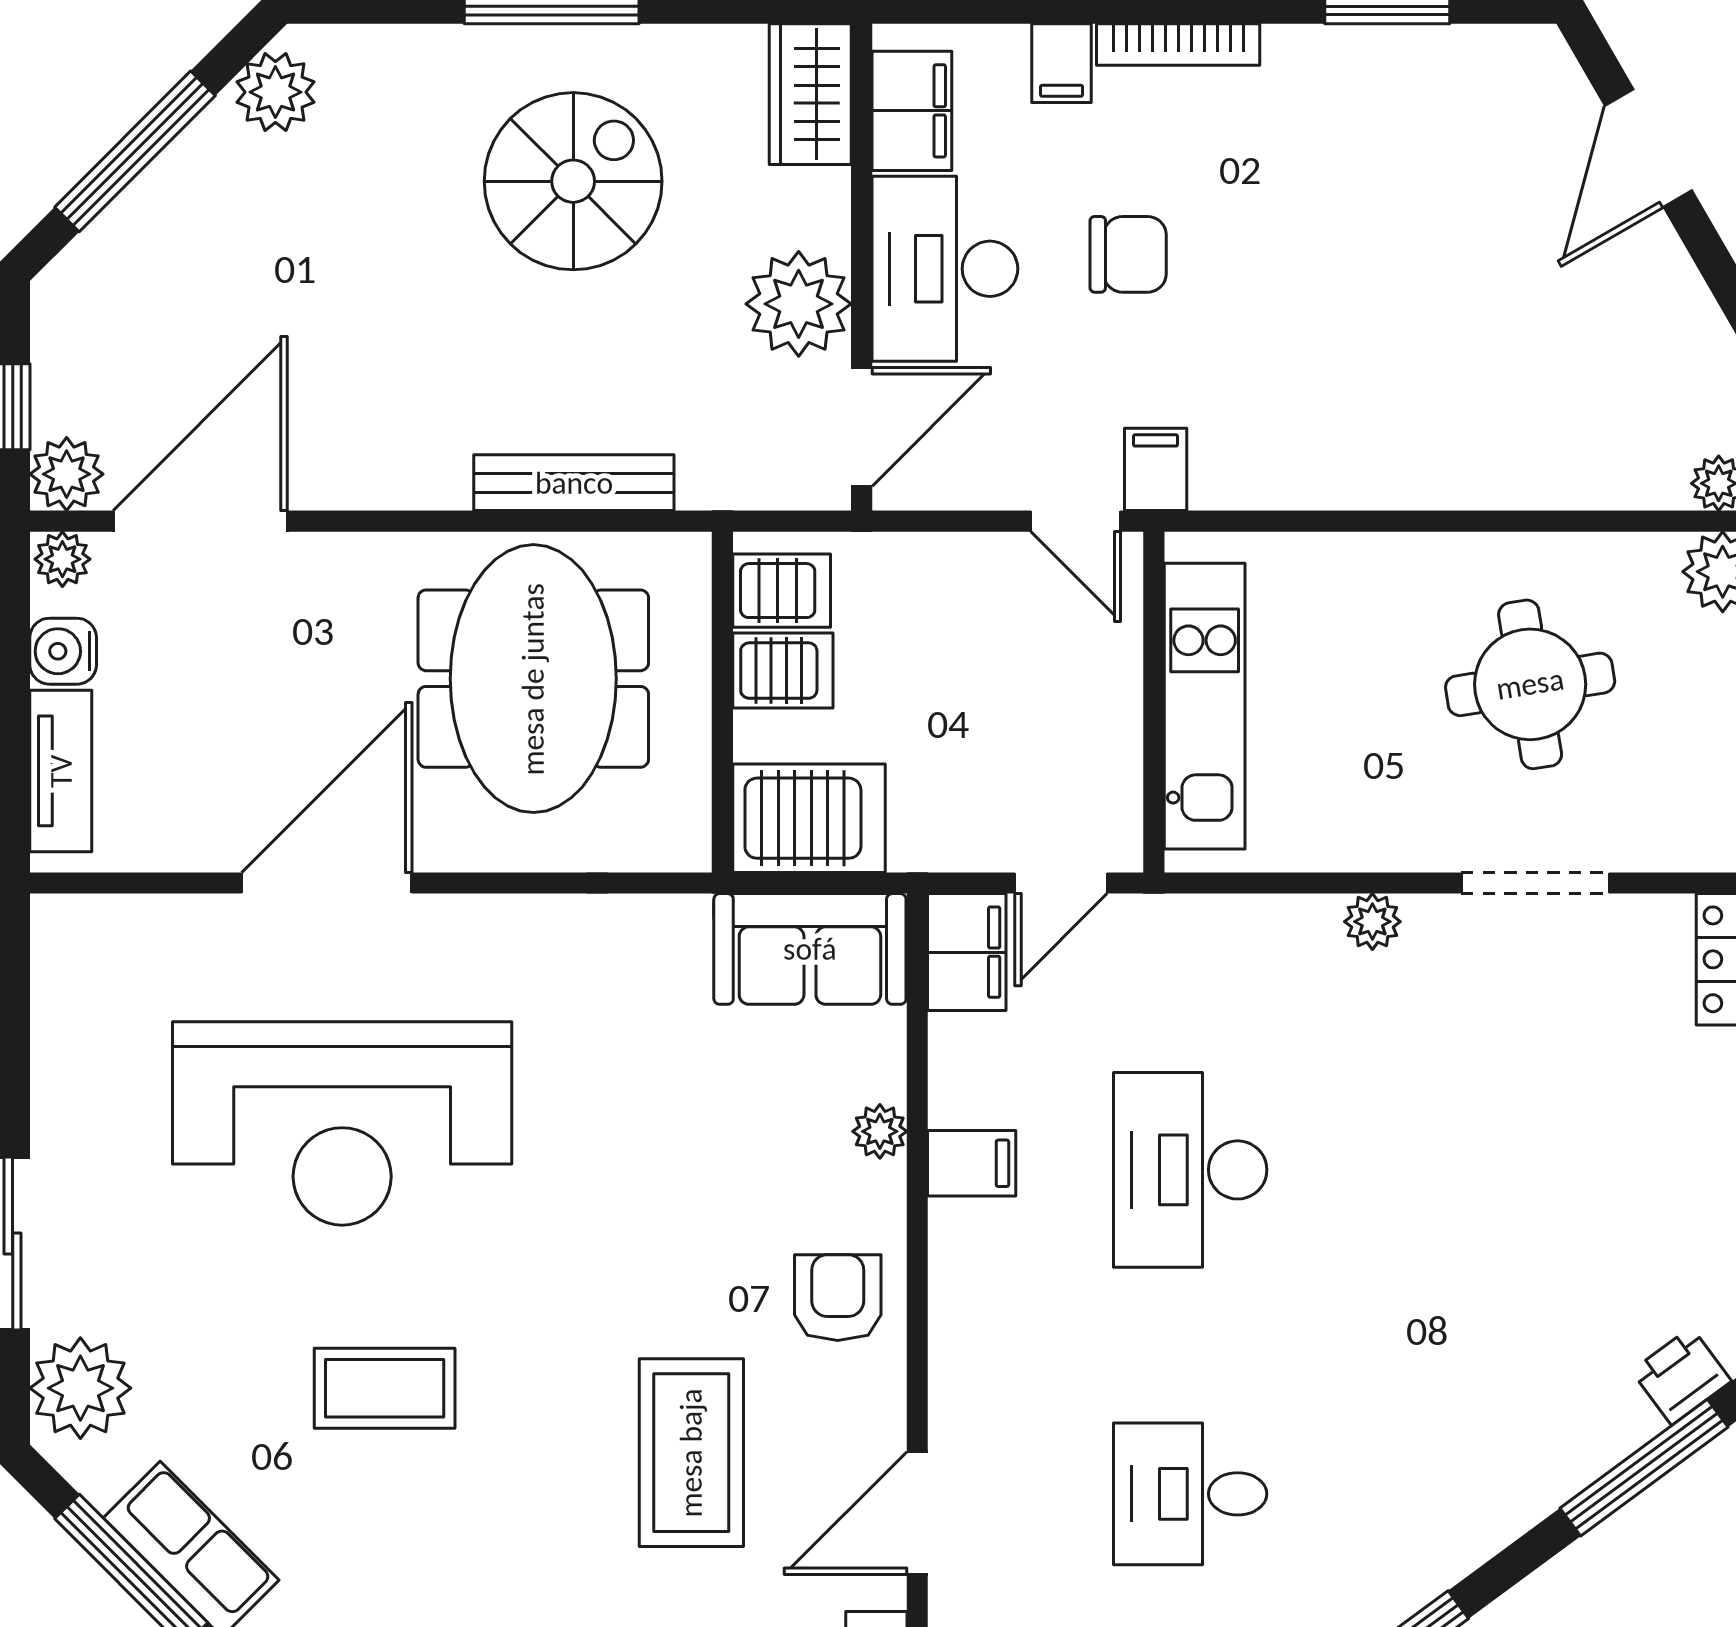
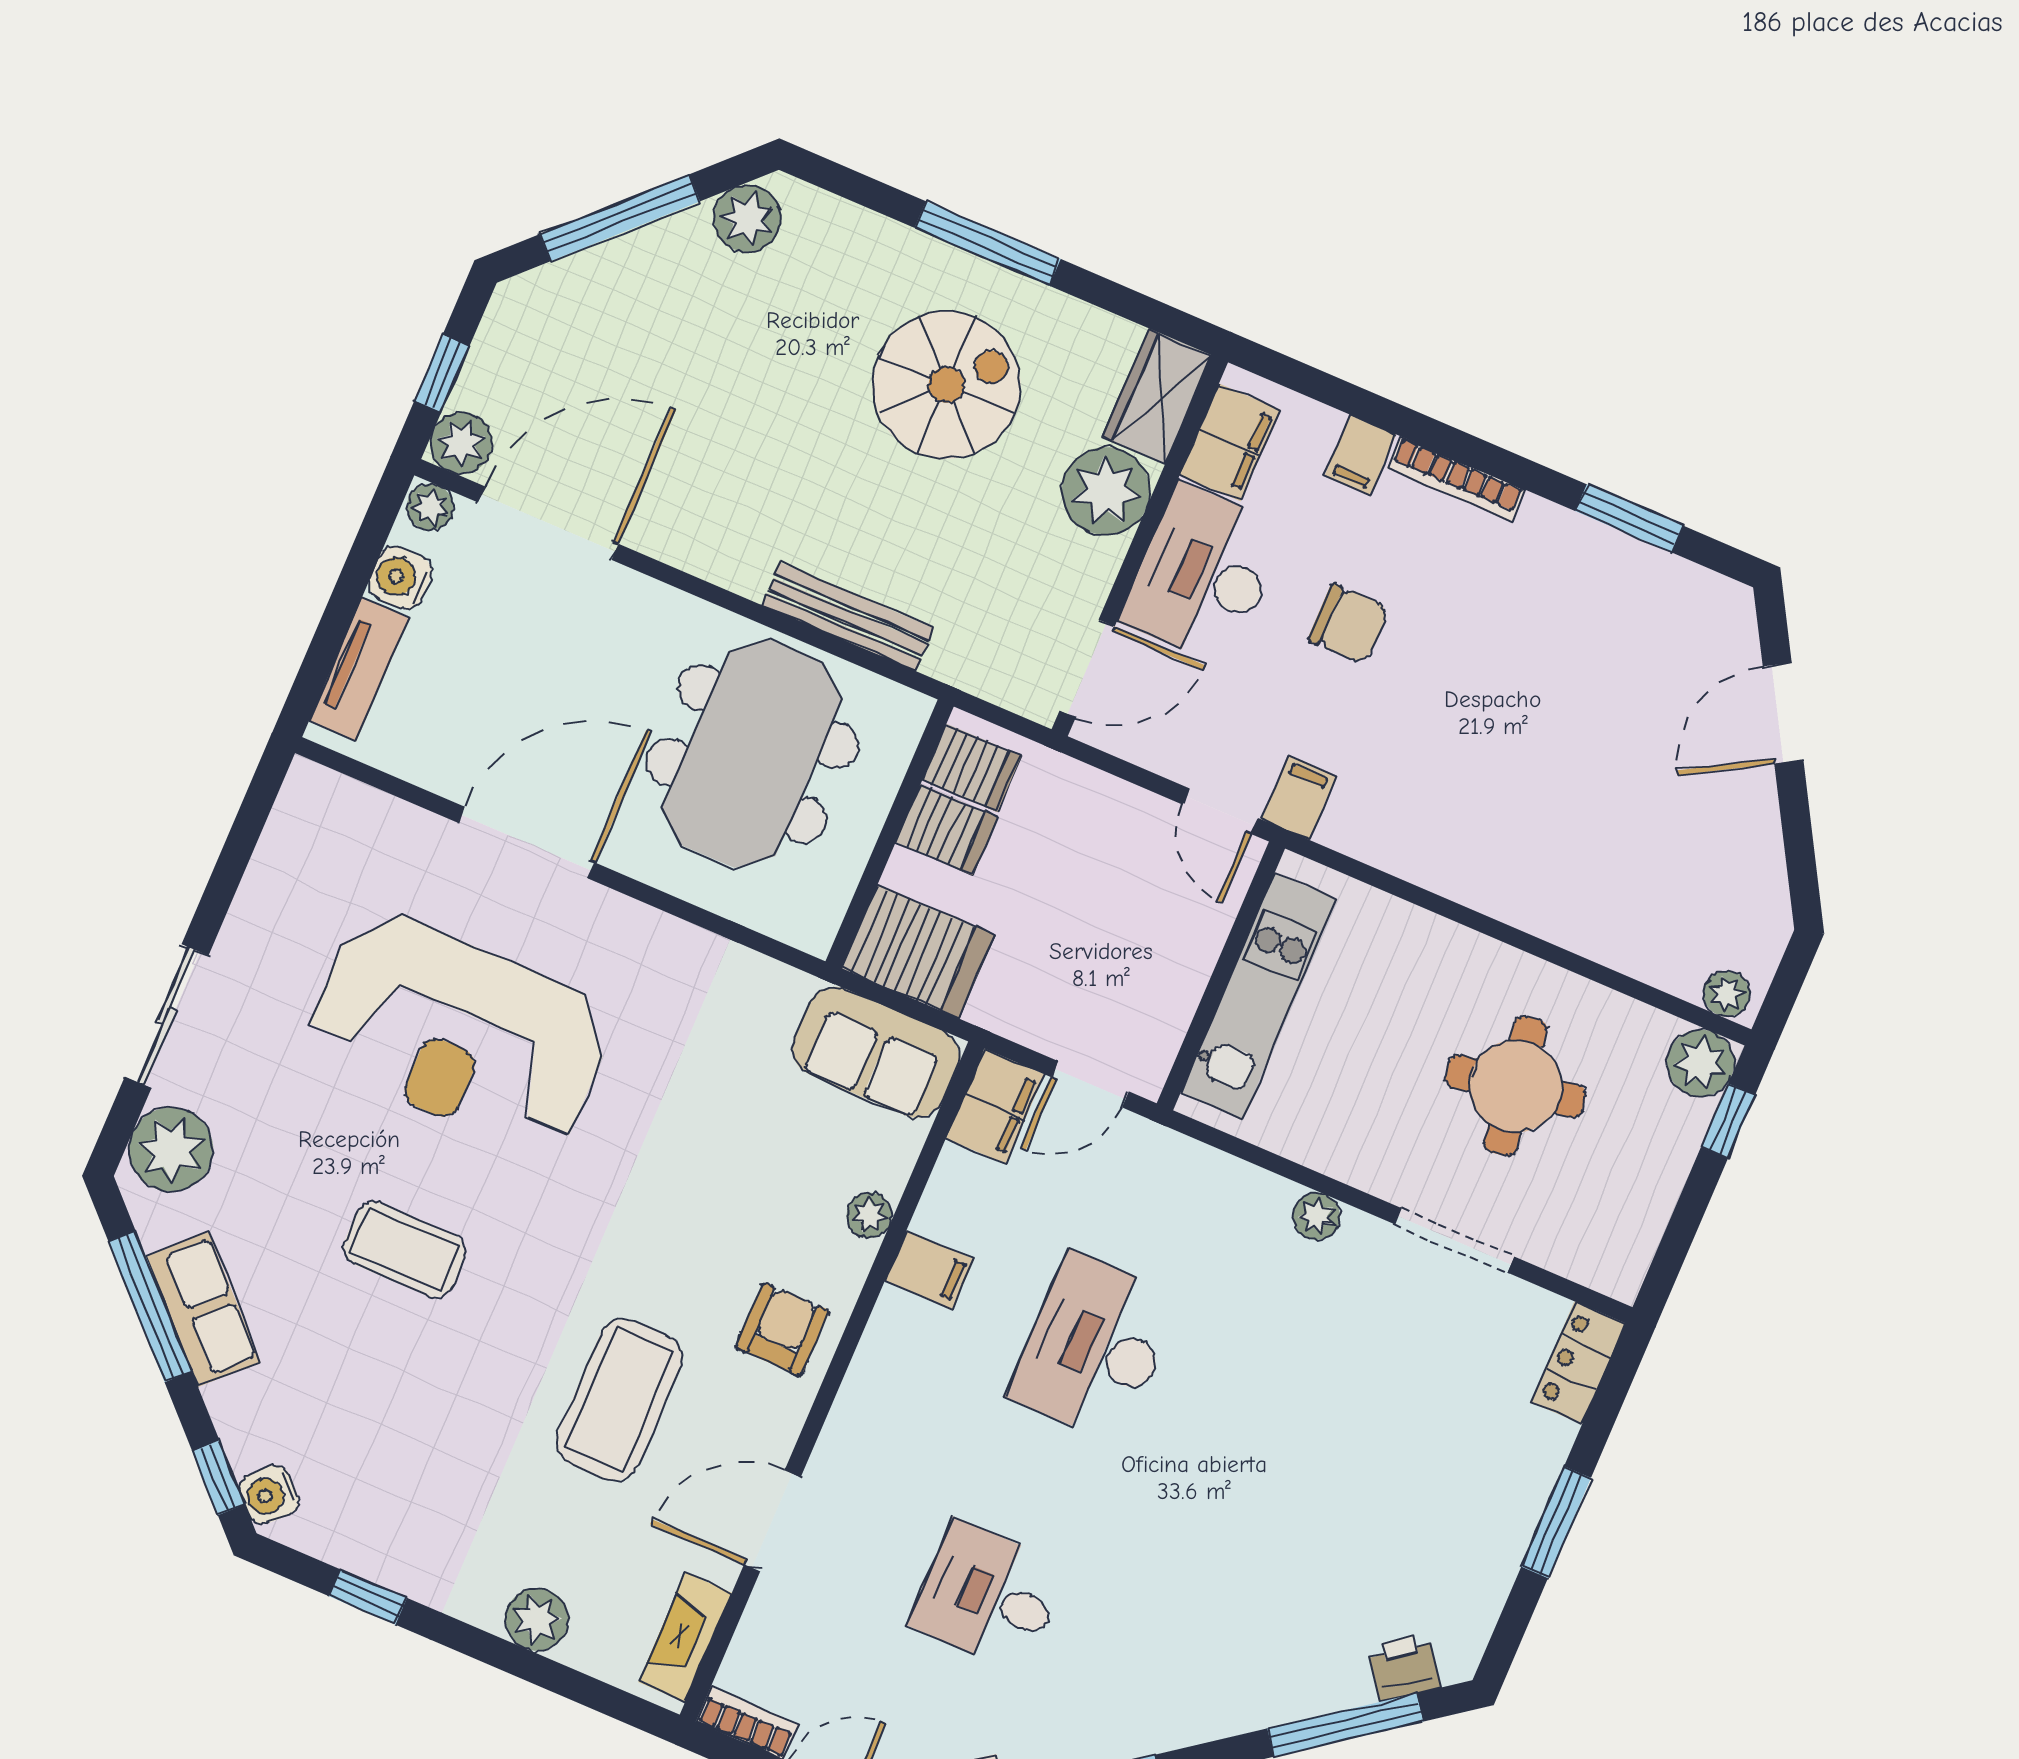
plant: (799, 304) -> (1106, 491), moved

